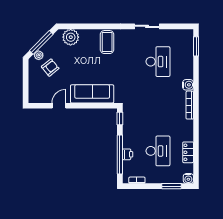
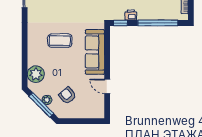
coffee table: (107, 42) -> (60, 41), moved
plant: (39, 55) -> (47, 100), moved
printer: (128, 154) -> (131, 15), moved

